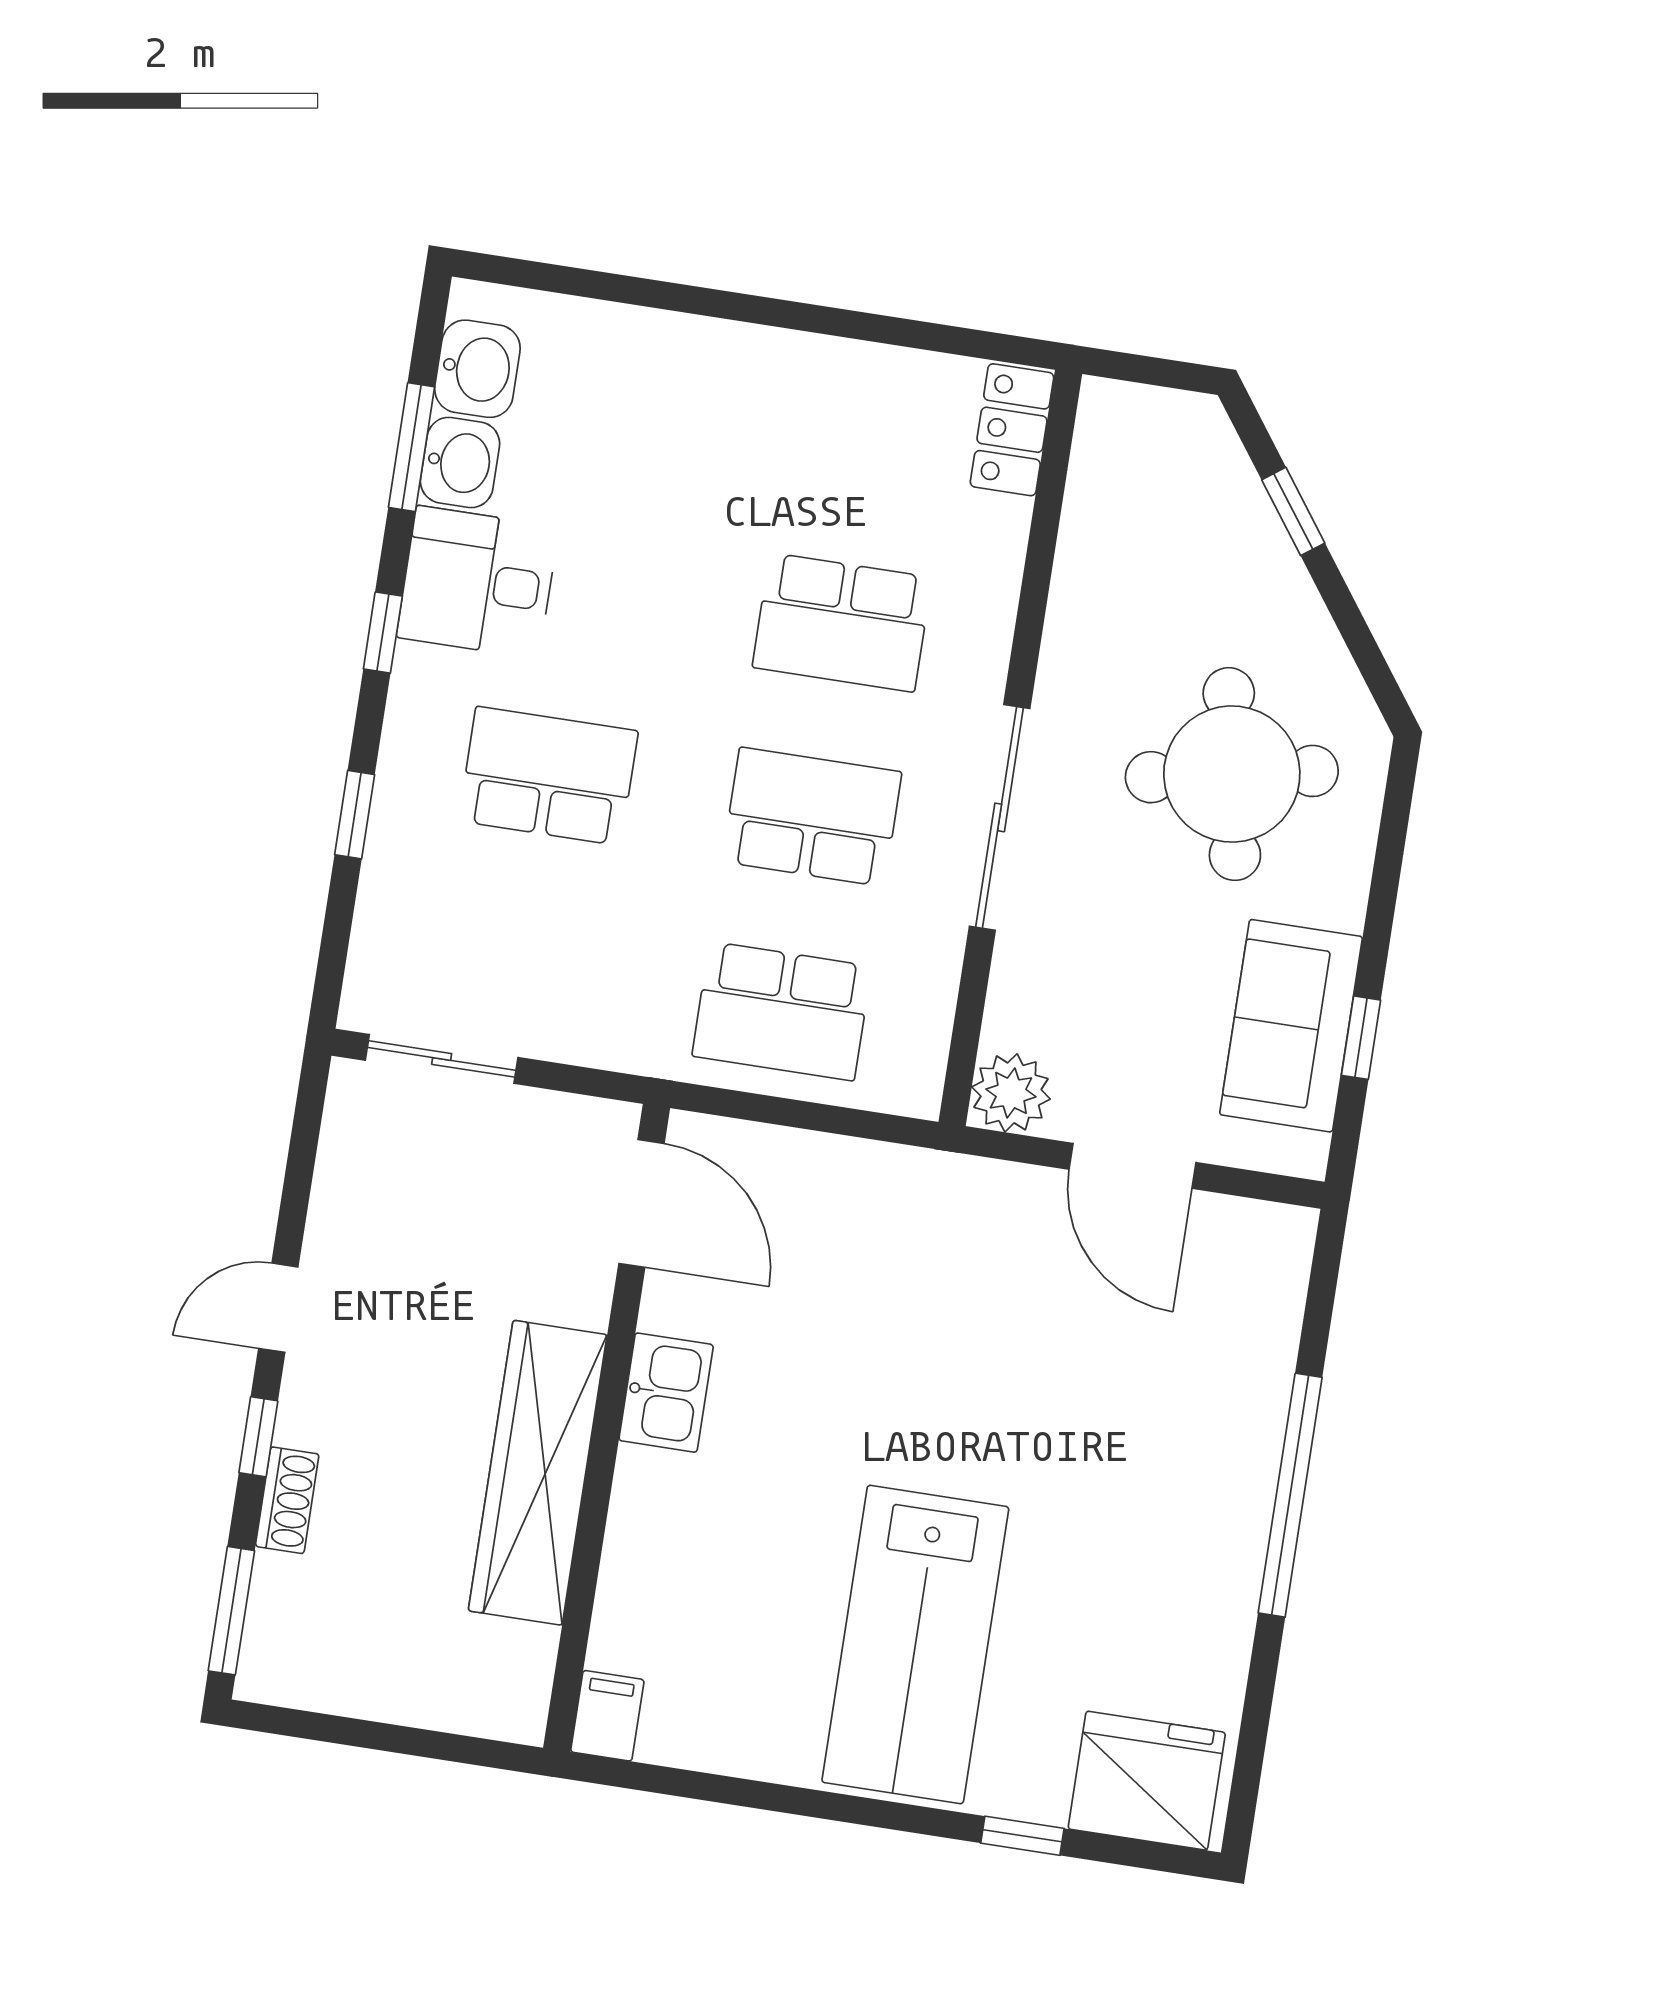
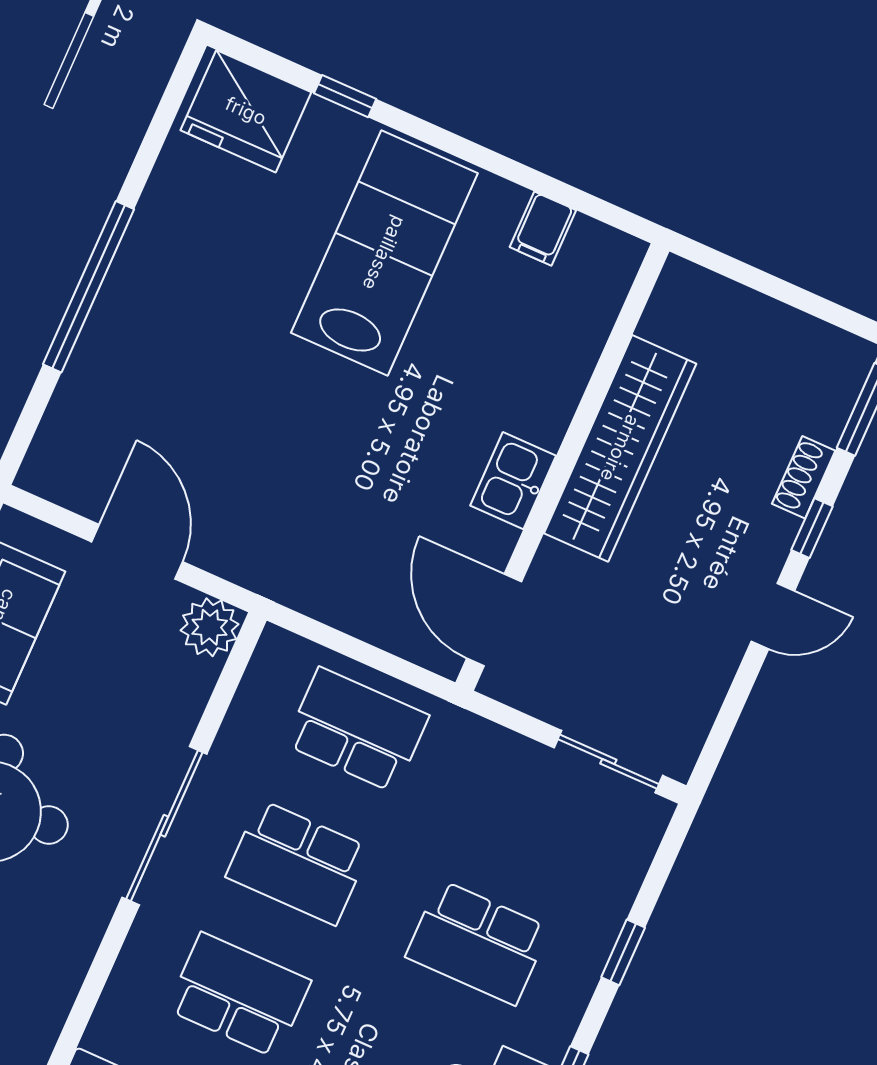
filing cabinet: (607, 1716) -> (543, 229), moved

